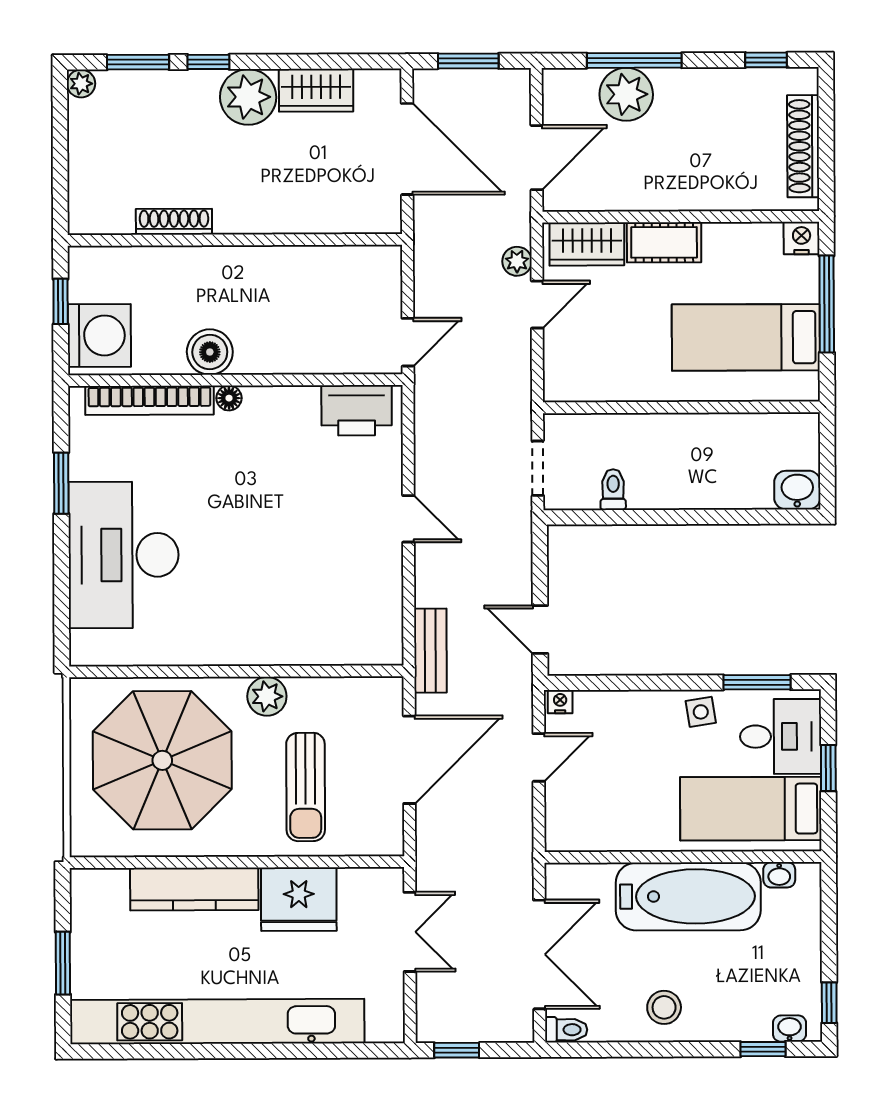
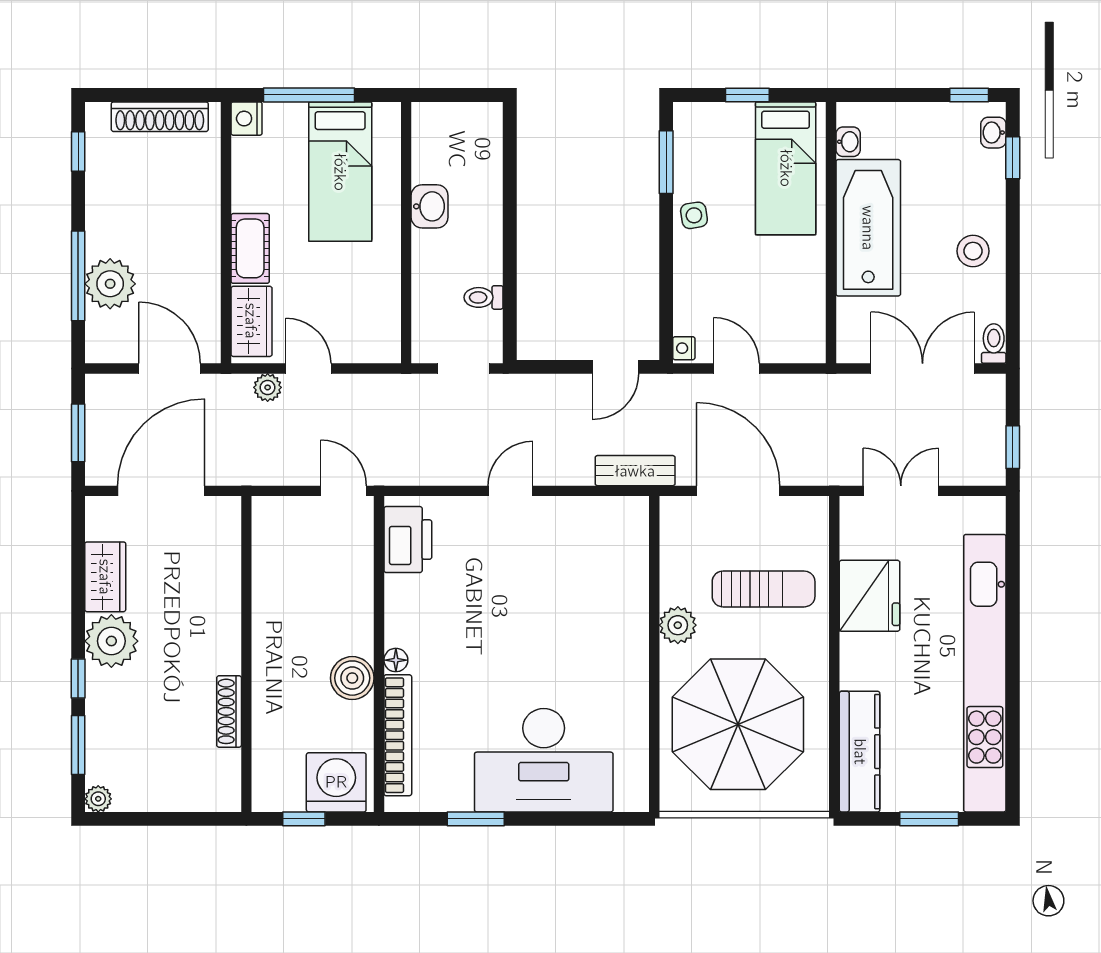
washbasin: (797, 490) -> (430, 206), moved, turned 180
desk: (781, 736) -> (717, 140), removed
kitchen counter: (194, 889) -> (860, 752), moved

